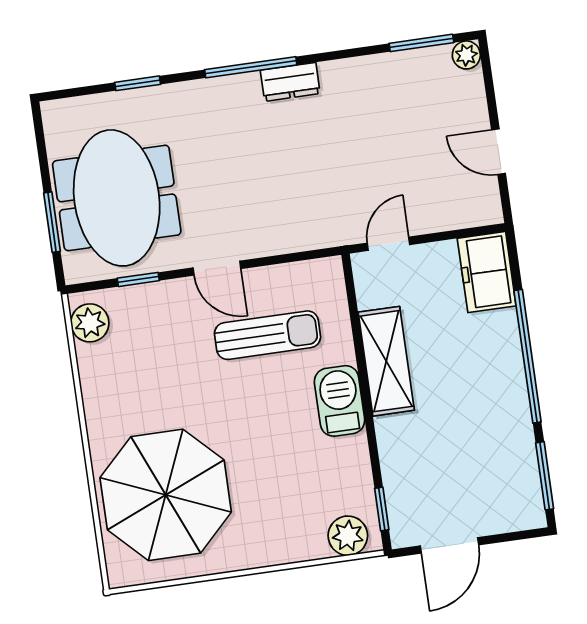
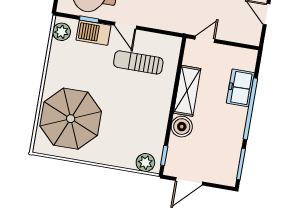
freezer: (487, 272) -> (240, 88), moved
sun lounger: (268, 335) -> (138, 62), turned 180
barbecue: (340, 401) -> (94, 33), moved, turned -90
boiler: (399, 438) -> (182, 127), added

